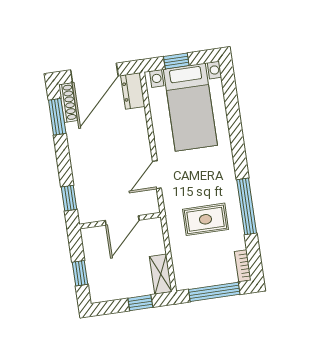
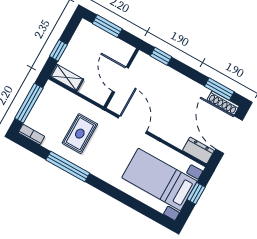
door: (157, 175) -> (133, 124), width x1.38
window: (80, 273) -> (107, 26), width x1.50

